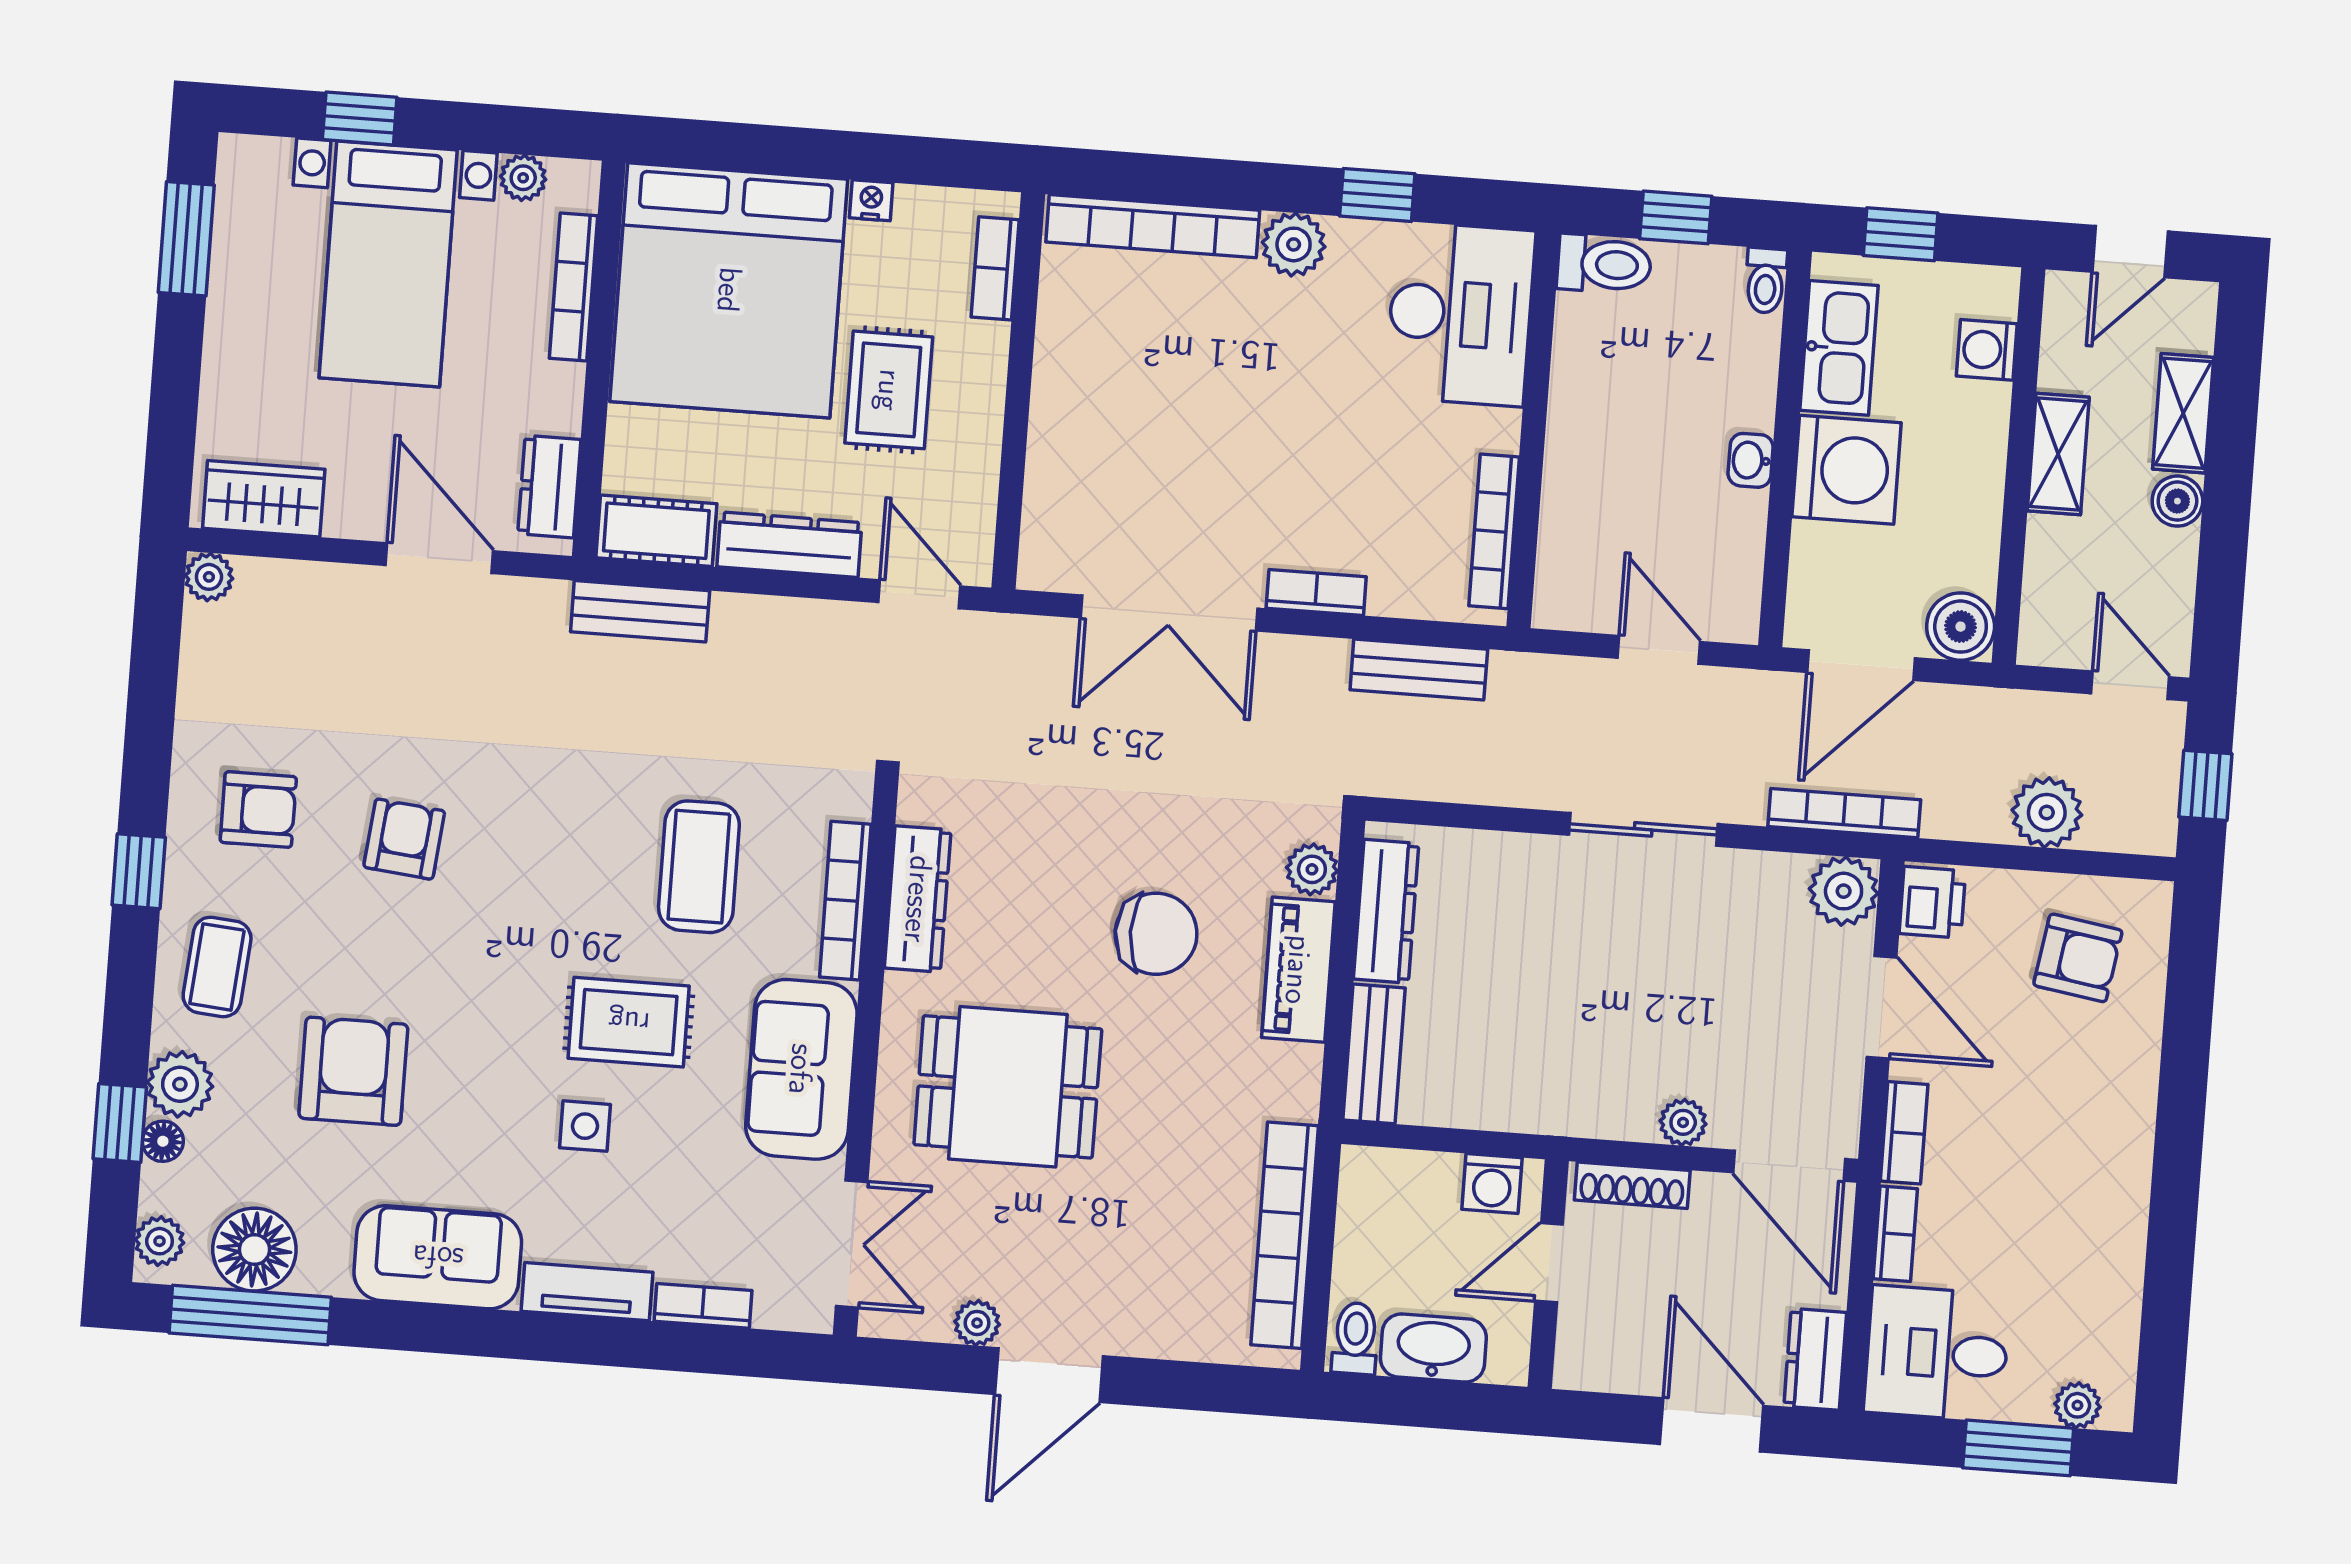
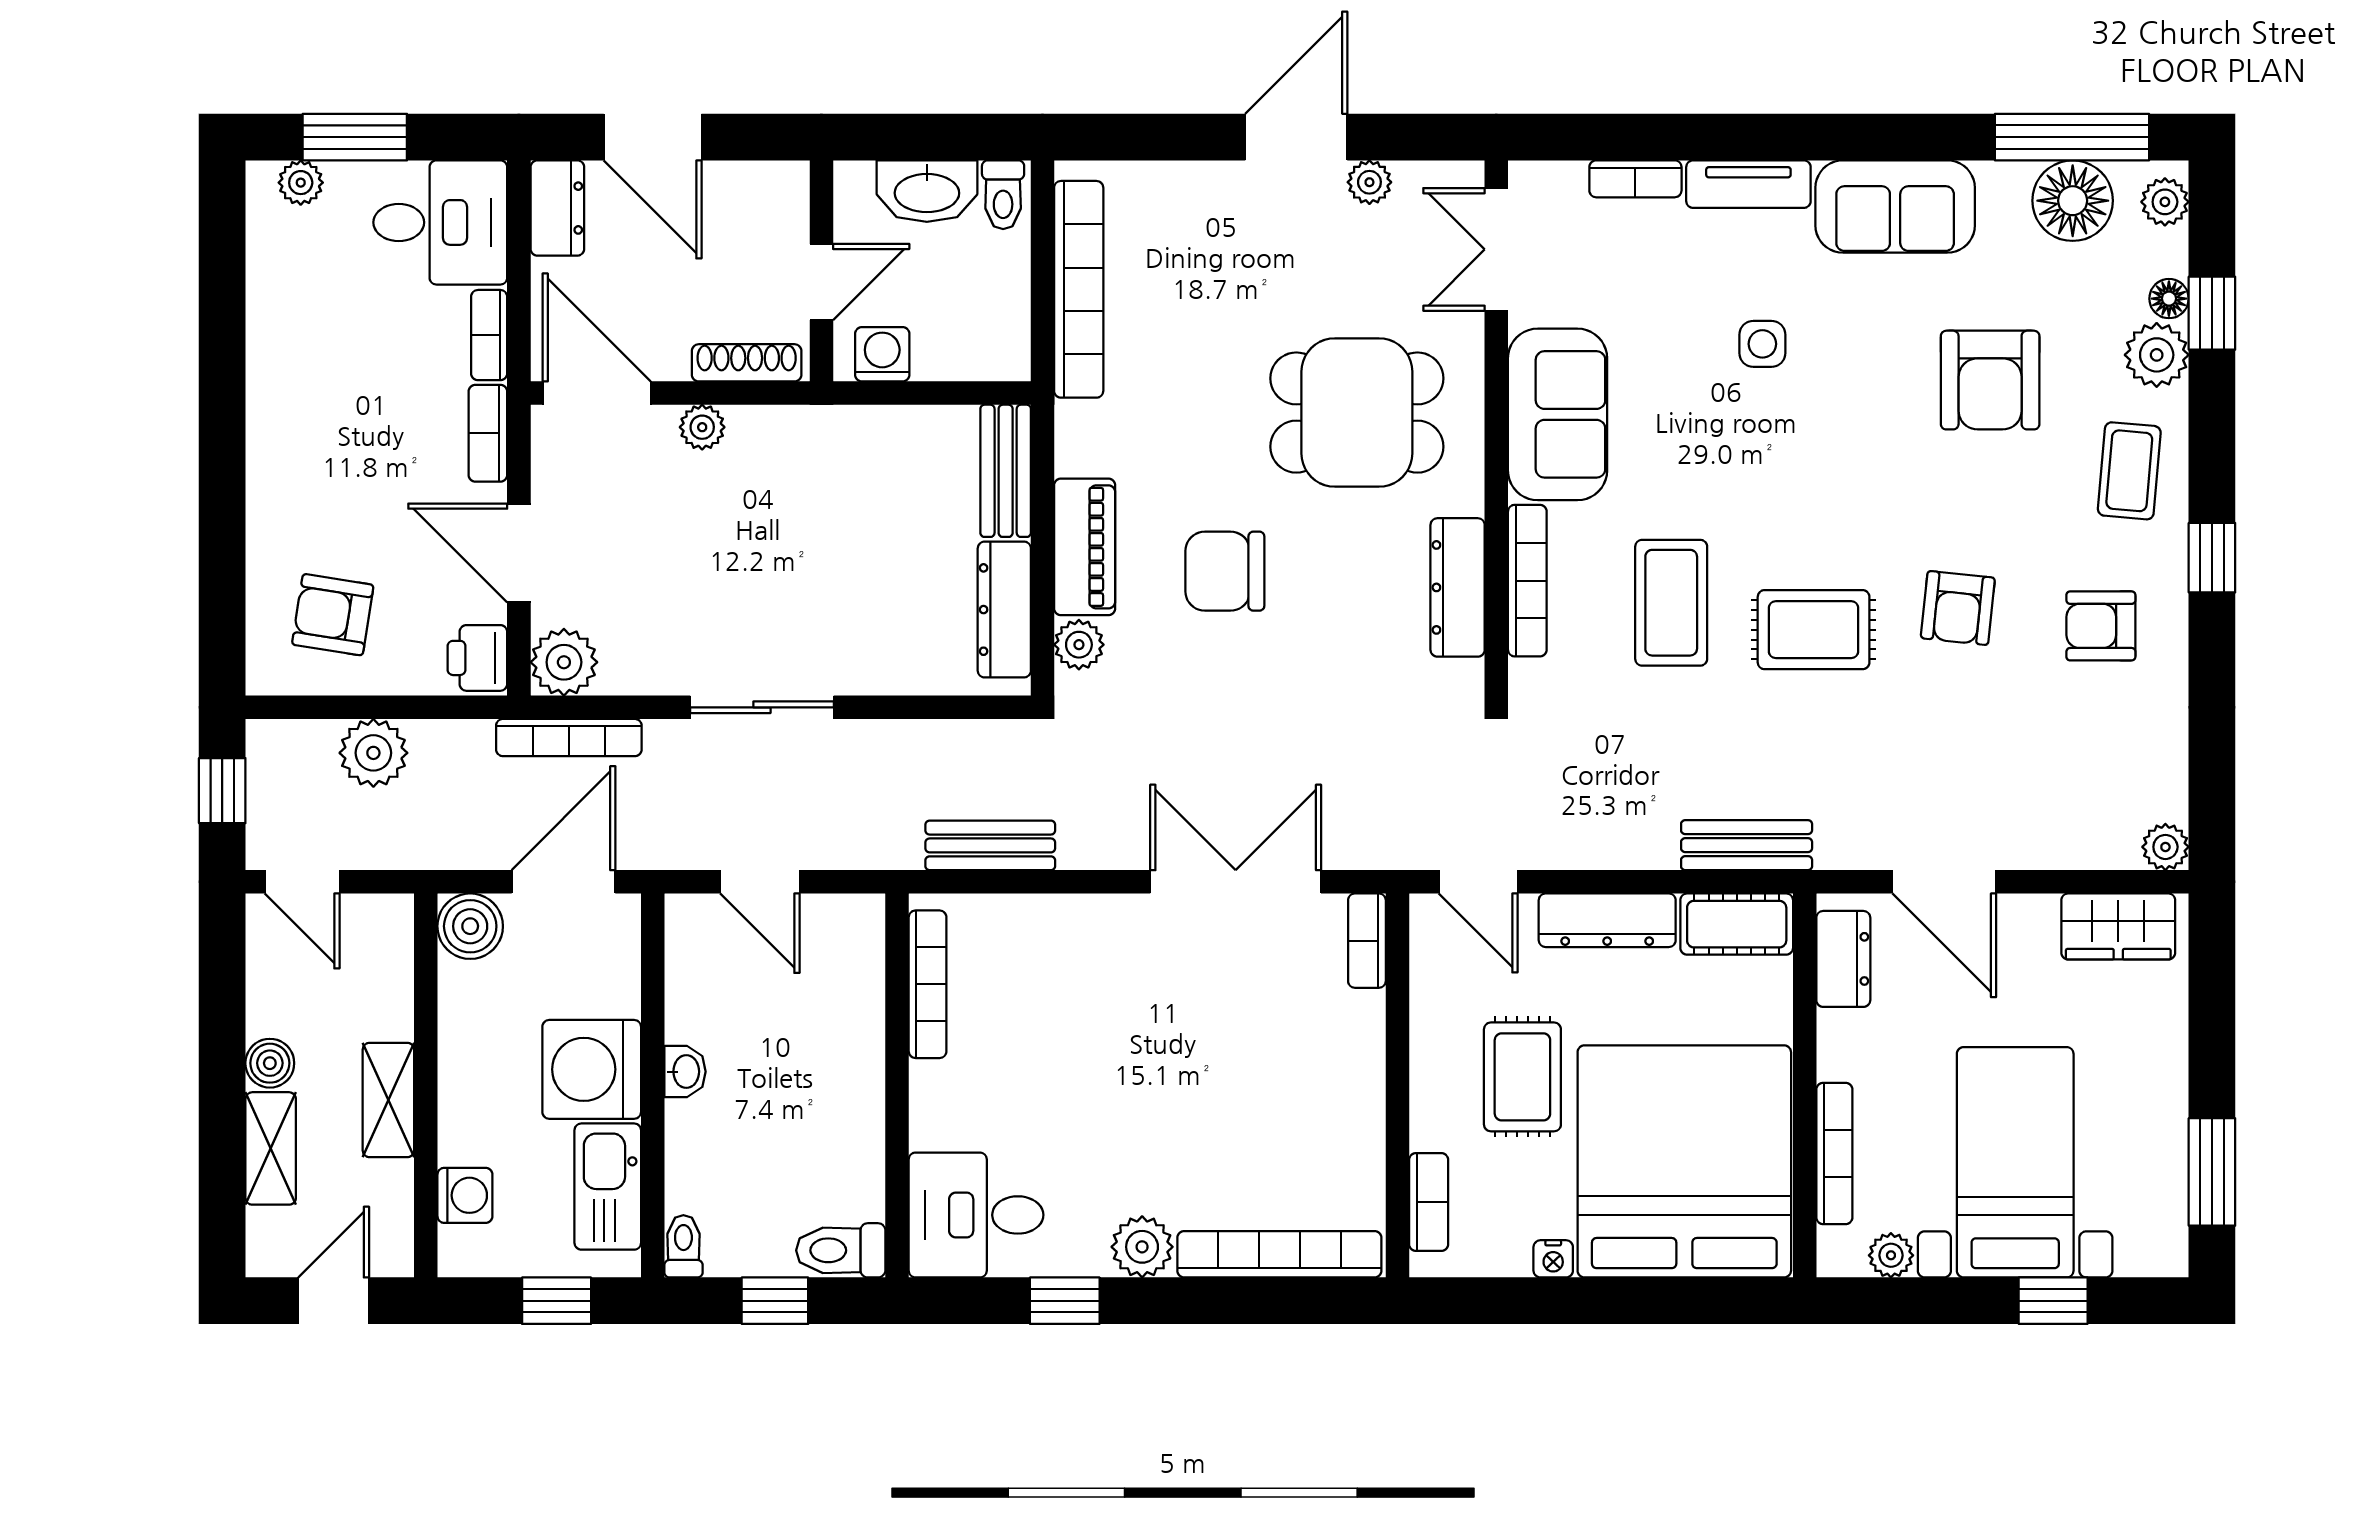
desk: (1460, 314) -> (976, 1215), width x0.73
bookcase: (1316, 592) -> (1367, 941), moved, turned 90
rug: (629, 1022) -> (1814, 630), moved

